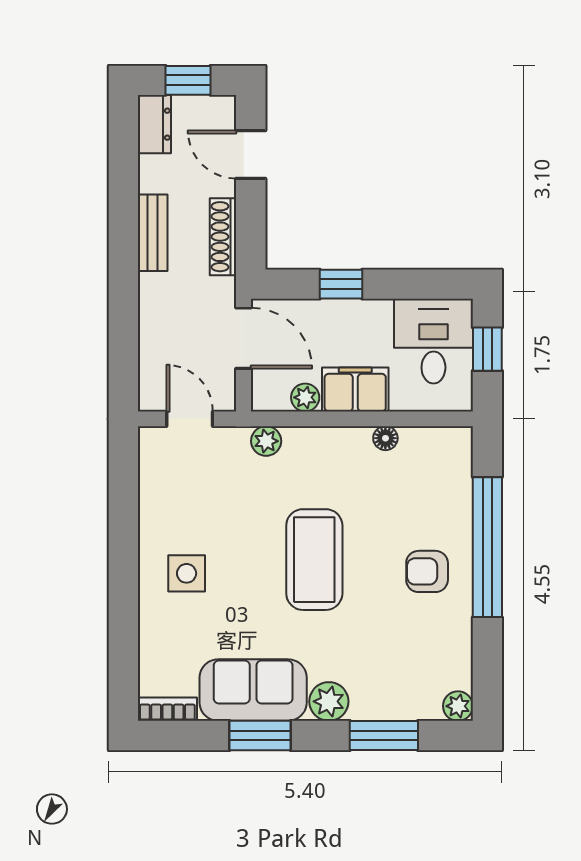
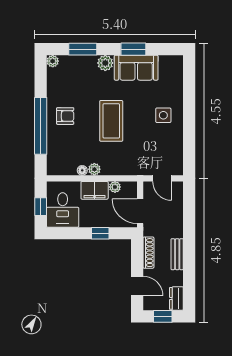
plant: (266, 441) -> (94, 169), moved
bookcase: (167, 709) -> (171, 60), removed

